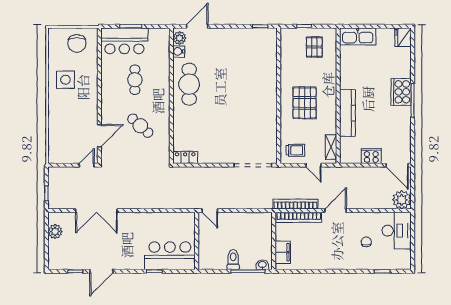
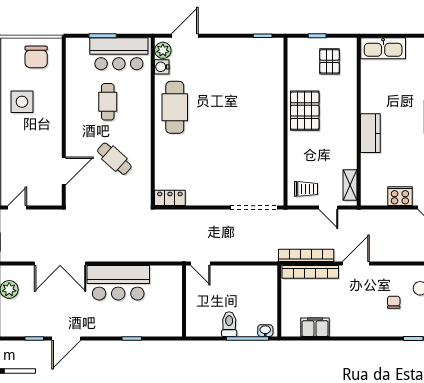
bar counter: (124, 41) -> (119, 54), moved
pallet: (305, 103) -> (305, 111), moved
kitchen counter: (347, 113) -> (370, 133), width x0.67
door: (87, 165) -> (17, 207), moved
filing cabinet: (283, 252) -> (315, 327), moved, turned -90
bar counter: (170, 256) -> (118, 283), moved, turned 180

